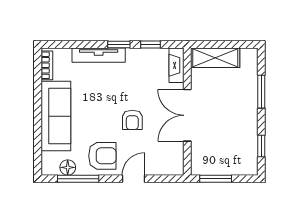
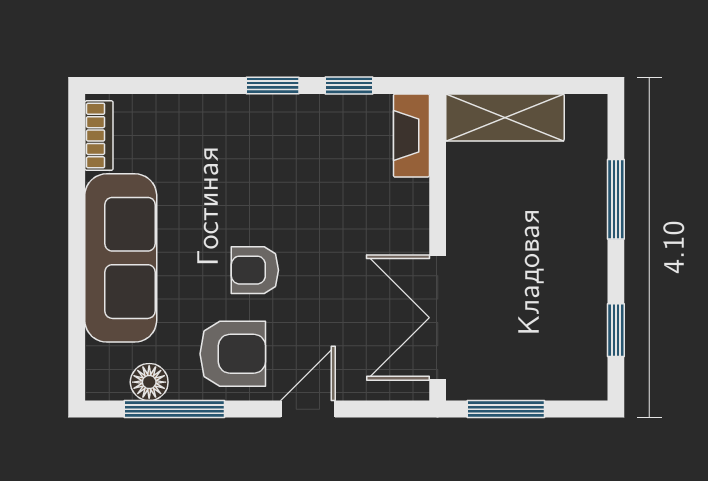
tv unit: (99, 55) -> (224, 111), removed
double door: (187, 115) -> (438, 318), moved
armchair: (132, 120) -> (255, 270), moved, turned 90

